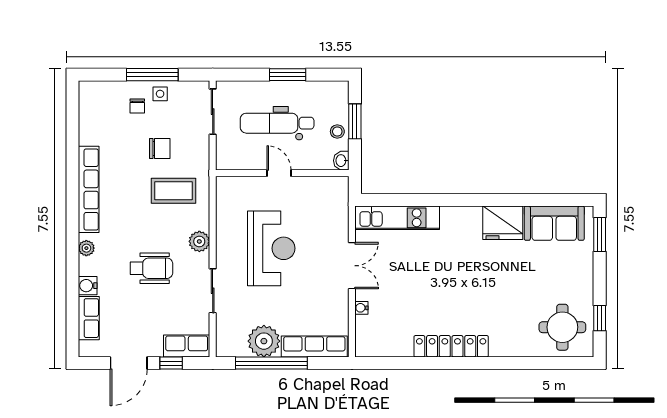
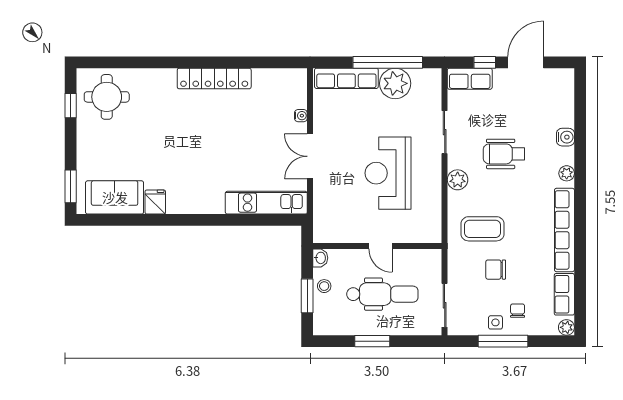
plant: (87, 89) -> (566, 327), added
fridge: (503, 223) -> (155, 202), width x0.53, depth x0.75
row of seats: (89, 318) -> (564, 294), moved

